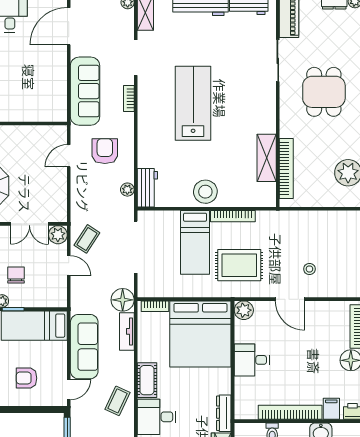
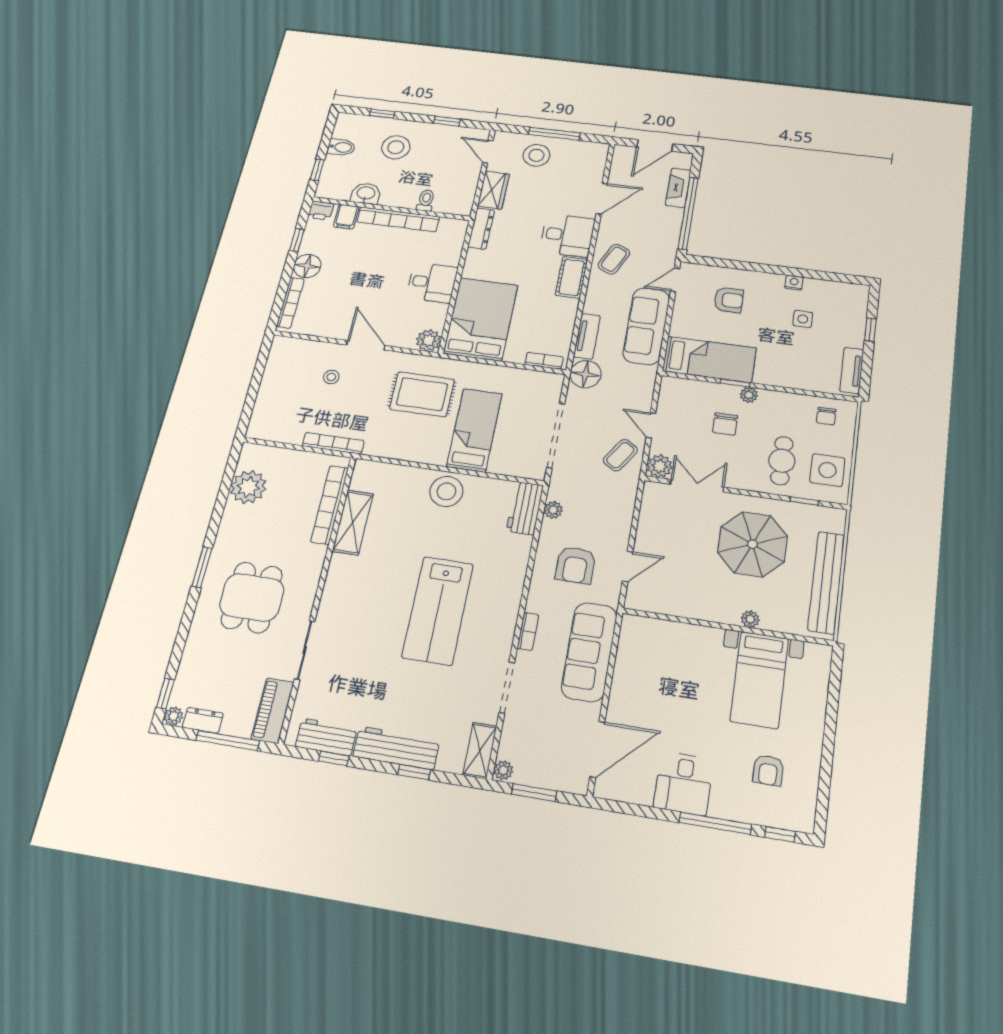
bookcase: (233, 216) -> (333, 443), moved
bed: (200, 334) -> (481, 319), width x0.73

